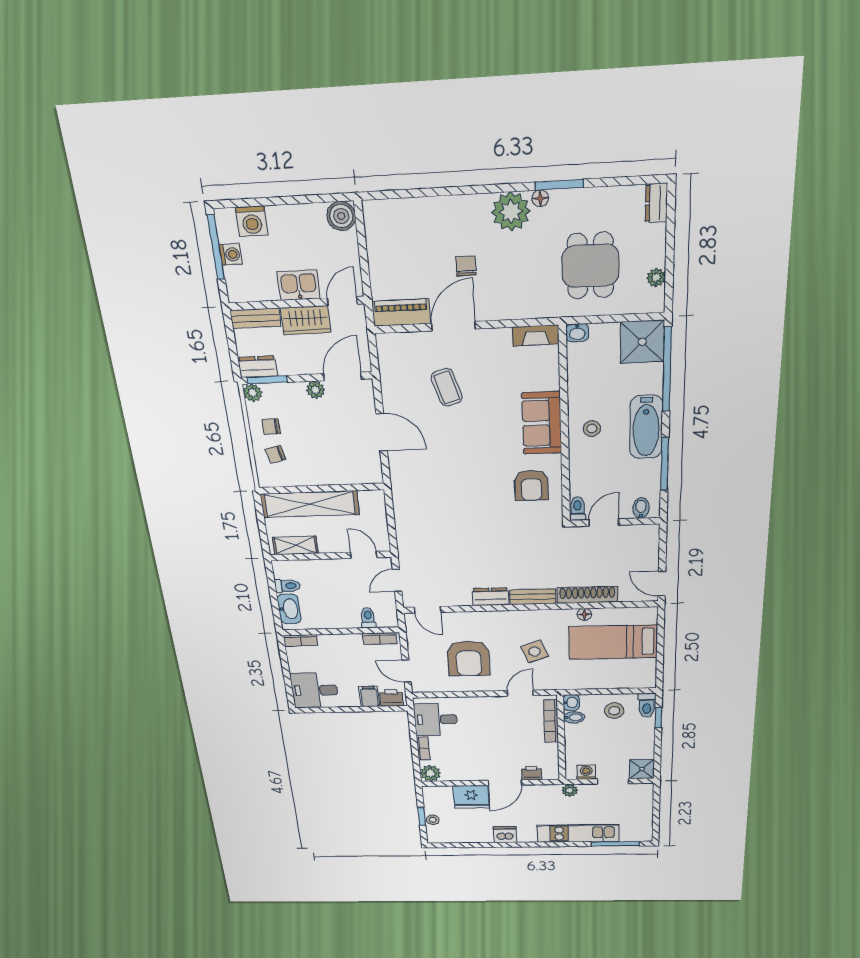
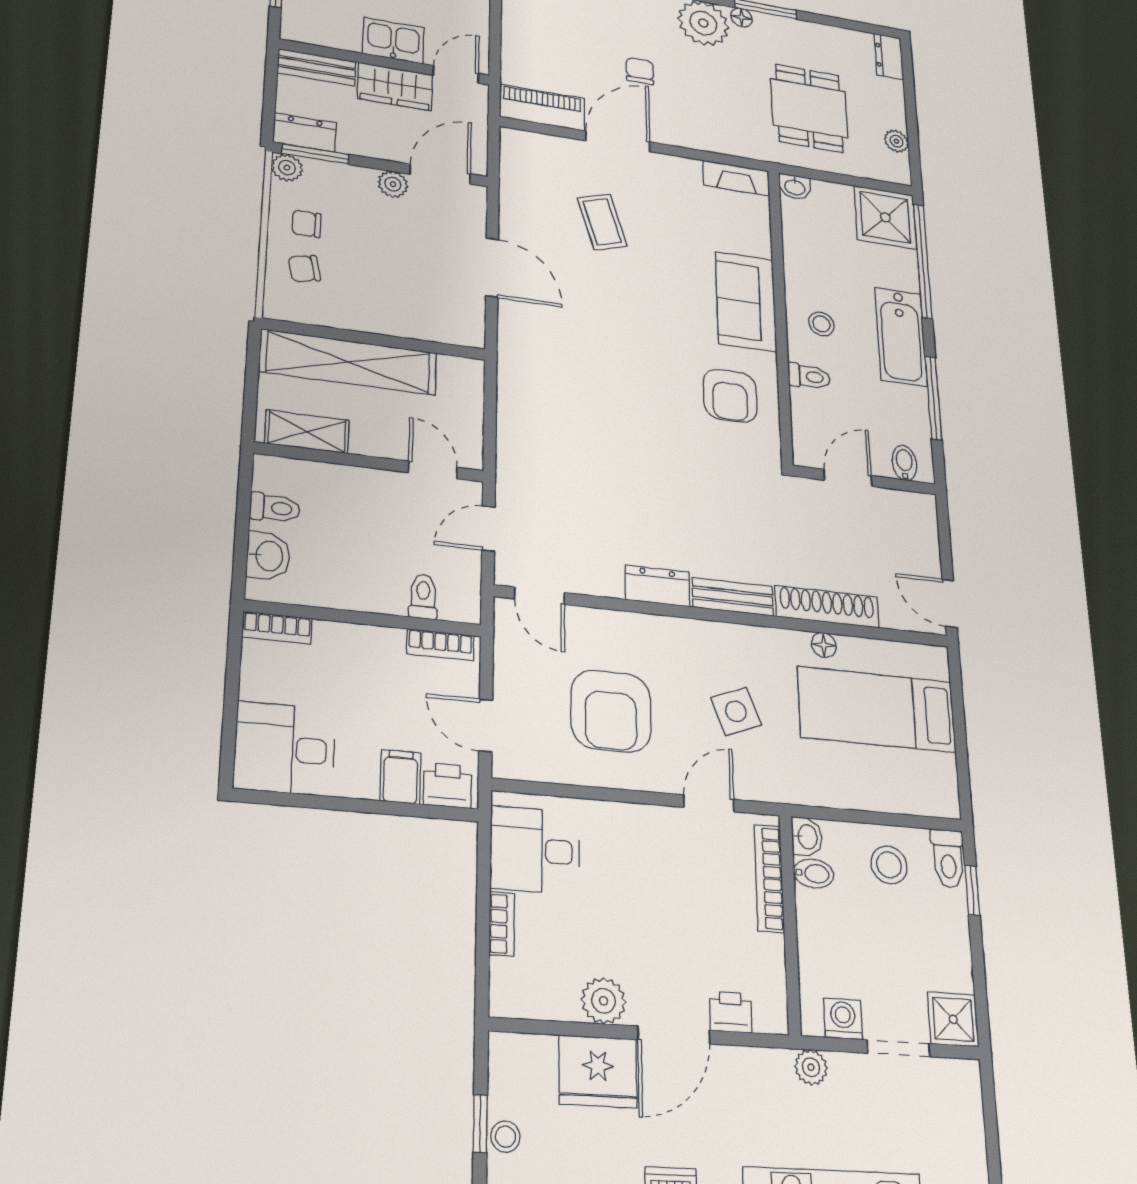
toilet: (577, 509) -> (809, 377), moved, turned 90
washbasin: (289, 609) -> (268, 556), width x0.72
plant: (430, 773) -> (604, 1001), moved

